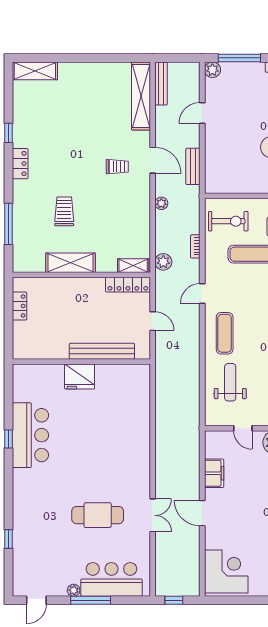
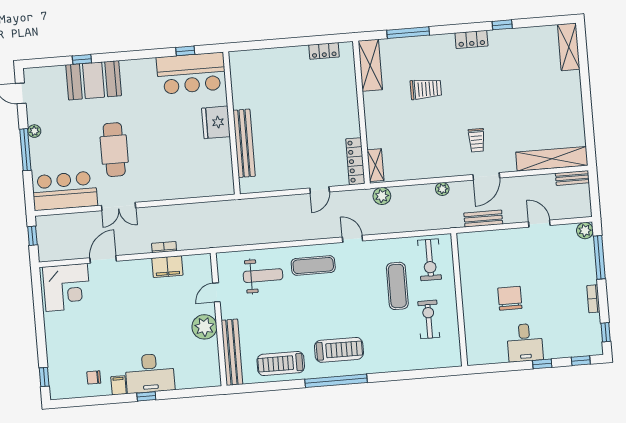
bench: (161, 84) -> (572, 178), width x0.73
bookcase: (195, 246) -> (164, 247), moved
shelving: (70, 263) -> (370, 65), moved
bench: (102, 351) -> (244, 143), moved
wall: (81, 362) -> (232, 123), moved
fridge: (80, 377) -> (216, 122), moved
door: (202, 513) -> (103, 259), moved
booth: (29, 529) -> (94, 80), added
bar counter: (111, 579) -> (65, 191), moved, turned -90

